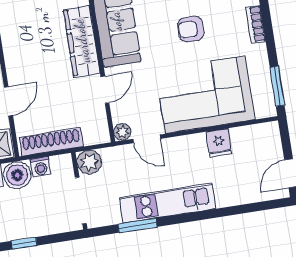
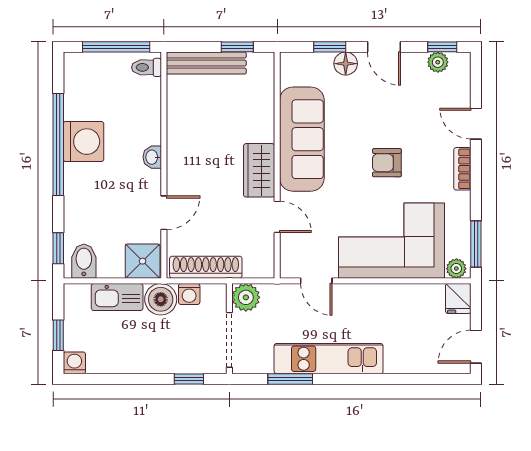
wardrobe: (82, 41) -> (259, 170), width x0.67
door: (105, 90) -> (277, 217), hinge flipped
plant: (122, 132) -> (456, 269), moved
fridge: (219, 143) -> (458, 299), moved
window: (24, 243) -> (189, 379), moved

